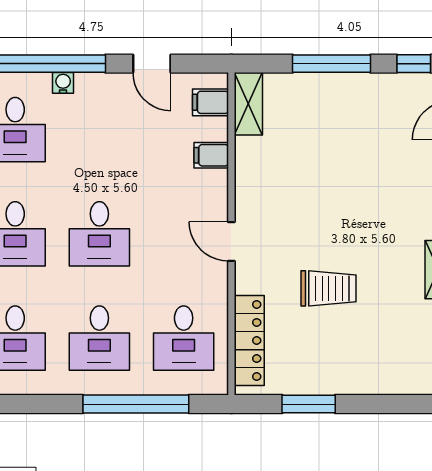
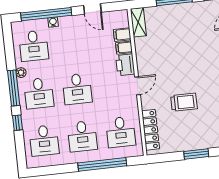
filing cabinet: (211, 102) -> (122, 35), moved
printer: (210, 193) -> (125, 65), added
door: (231, 242) -> (137, 86), swing flipped
window: (309, 404) -> (196, 154), moved

